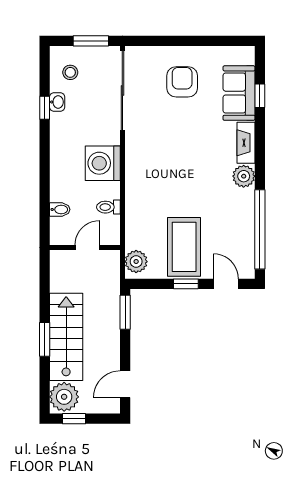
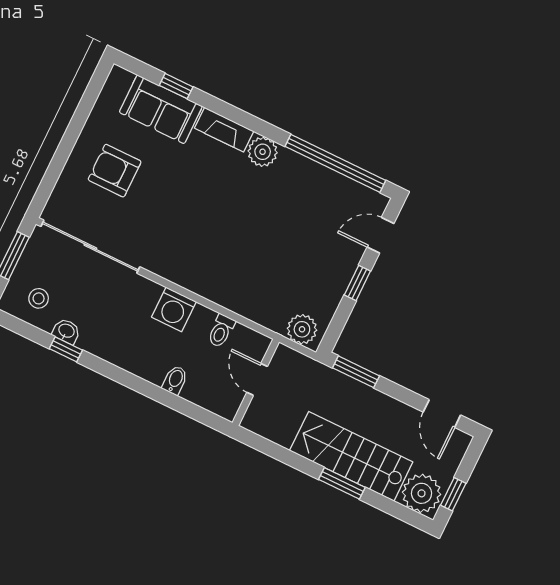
washing machine: (103, 163) -> (174, 309), width x0.73, depth x0.73
bidet: (60, 209) -> (175, 380), moved
coffee table: (184, 247) -> (312, 264), removed

